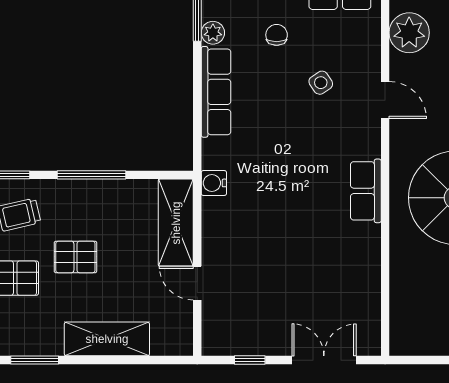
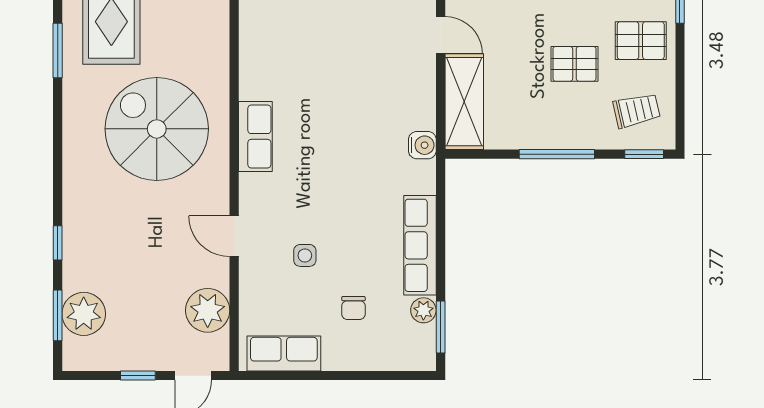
side table: (321, 83) -> (305, 255), turned 34

